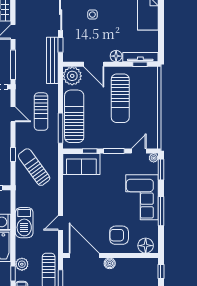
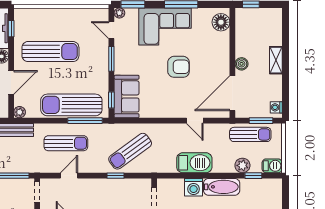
plant: (72, 76) -> (20, 112), width x0.53, depth x0.53
window: (90, 151) -> (111, 100), moved
armchair: (119, 235) -> (179, 67), moved, turned -90

